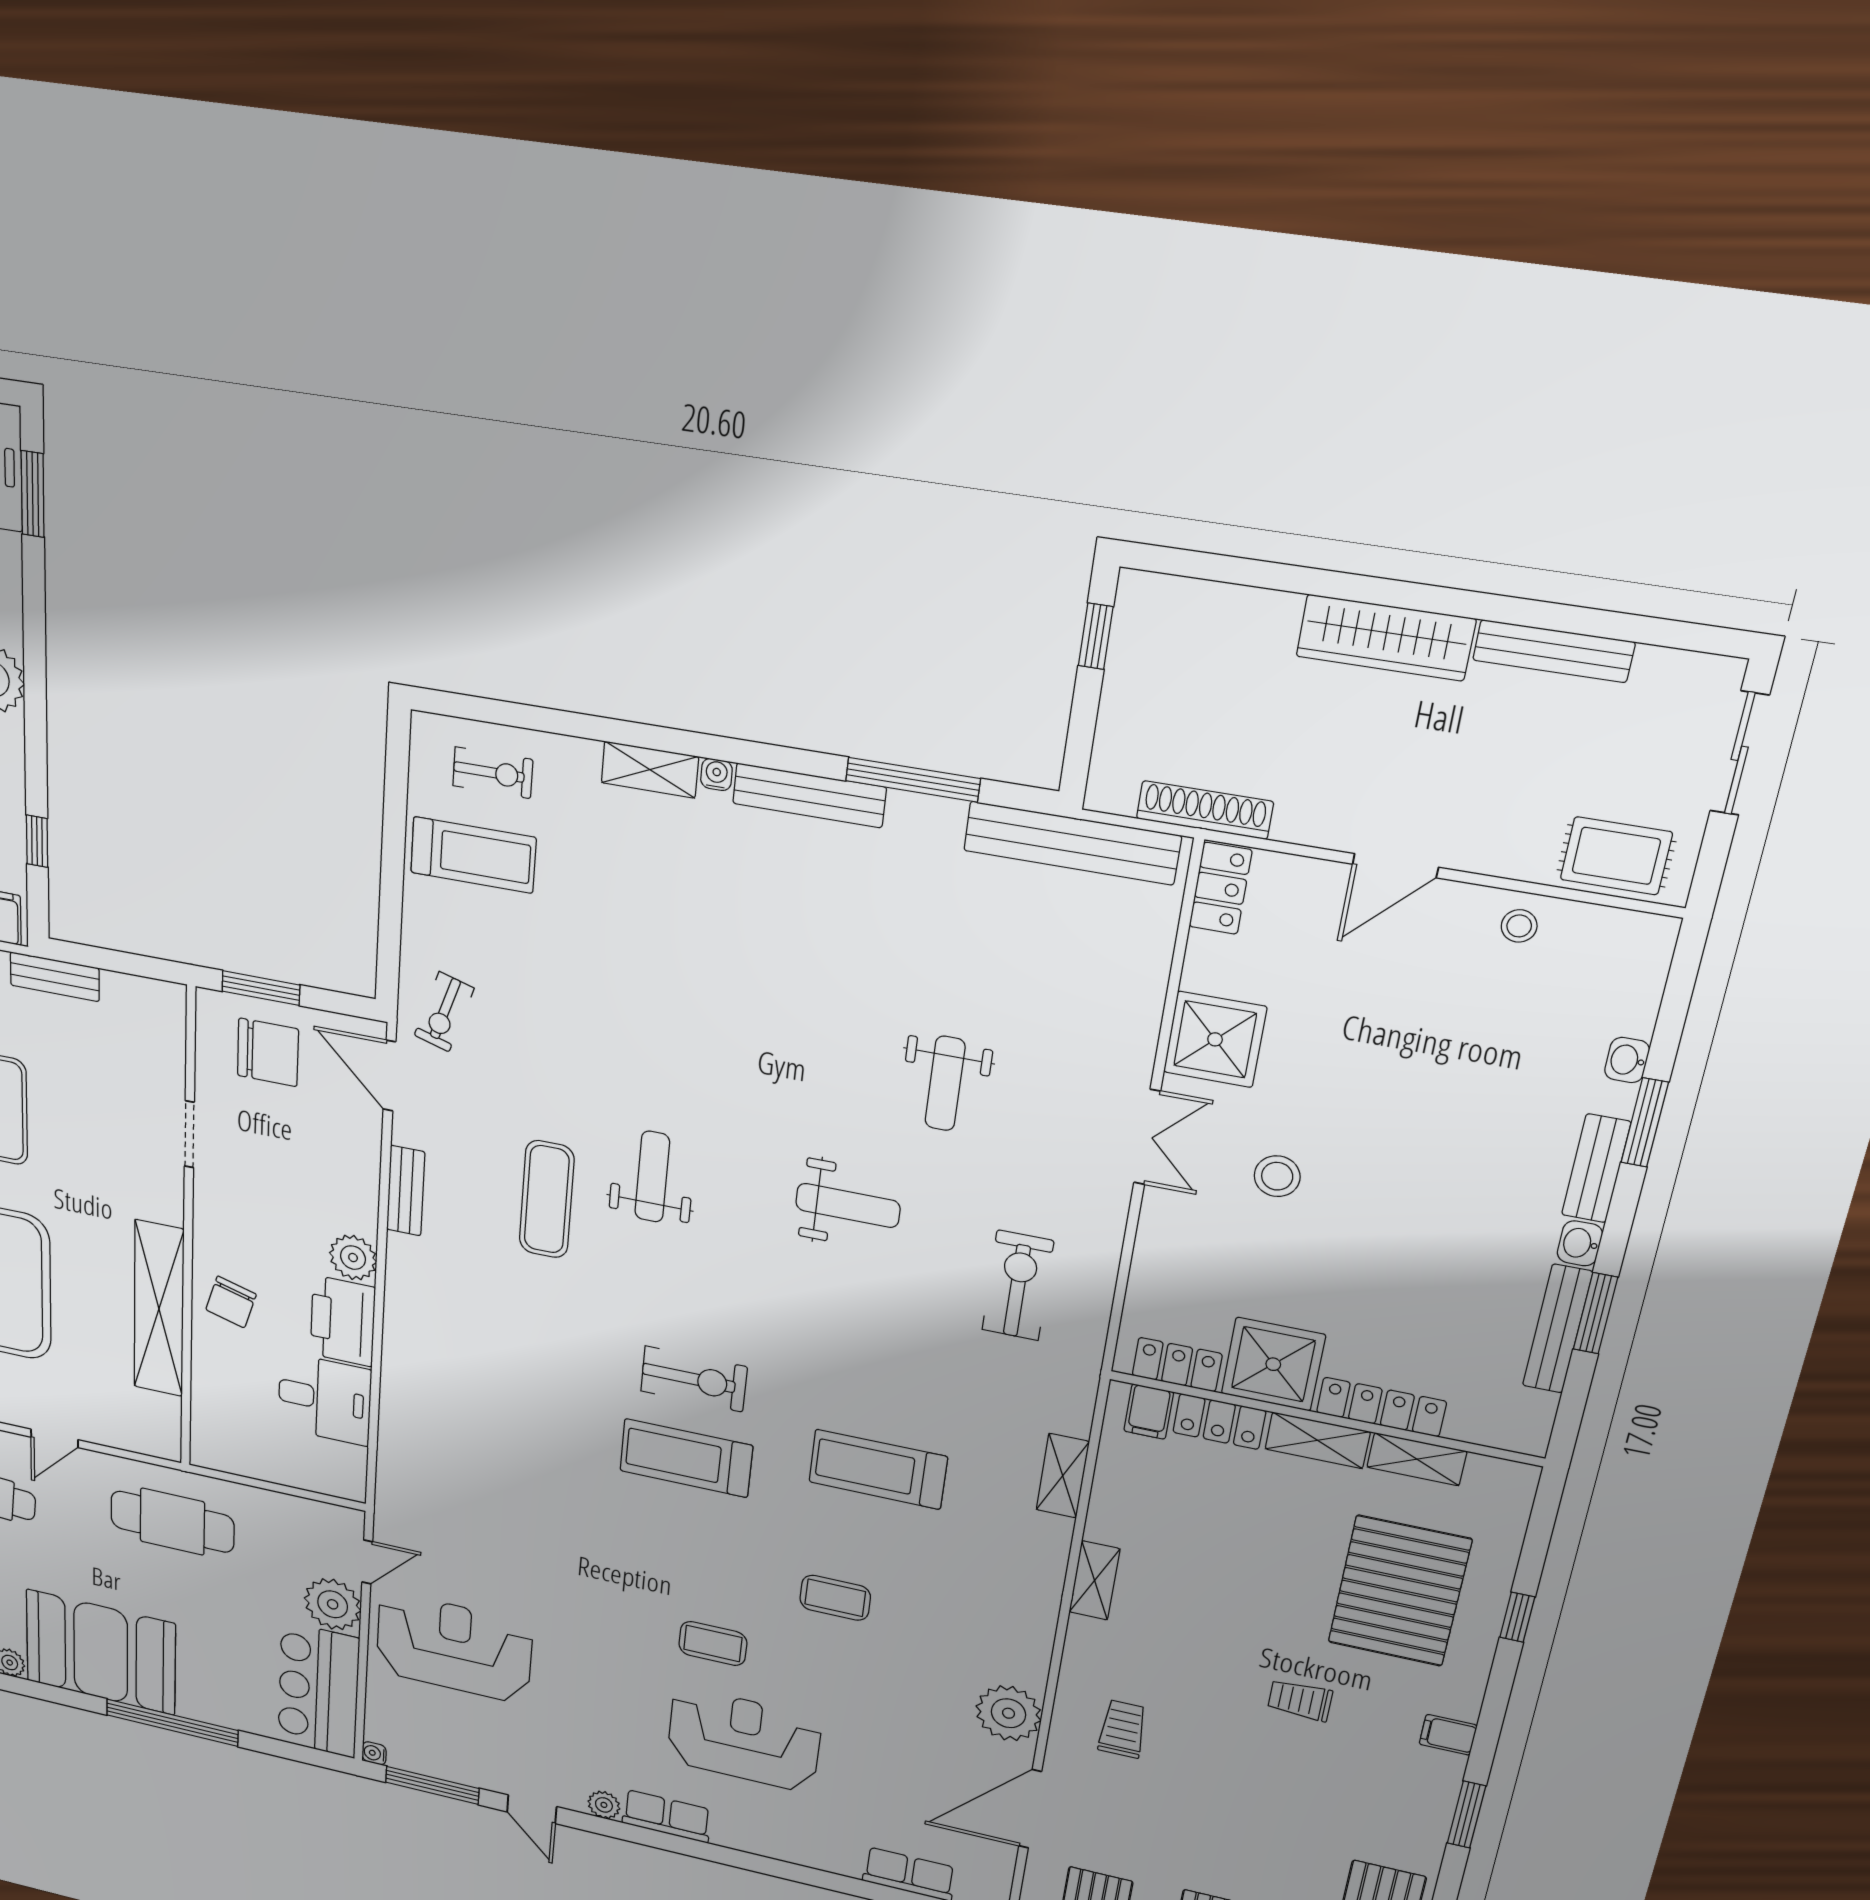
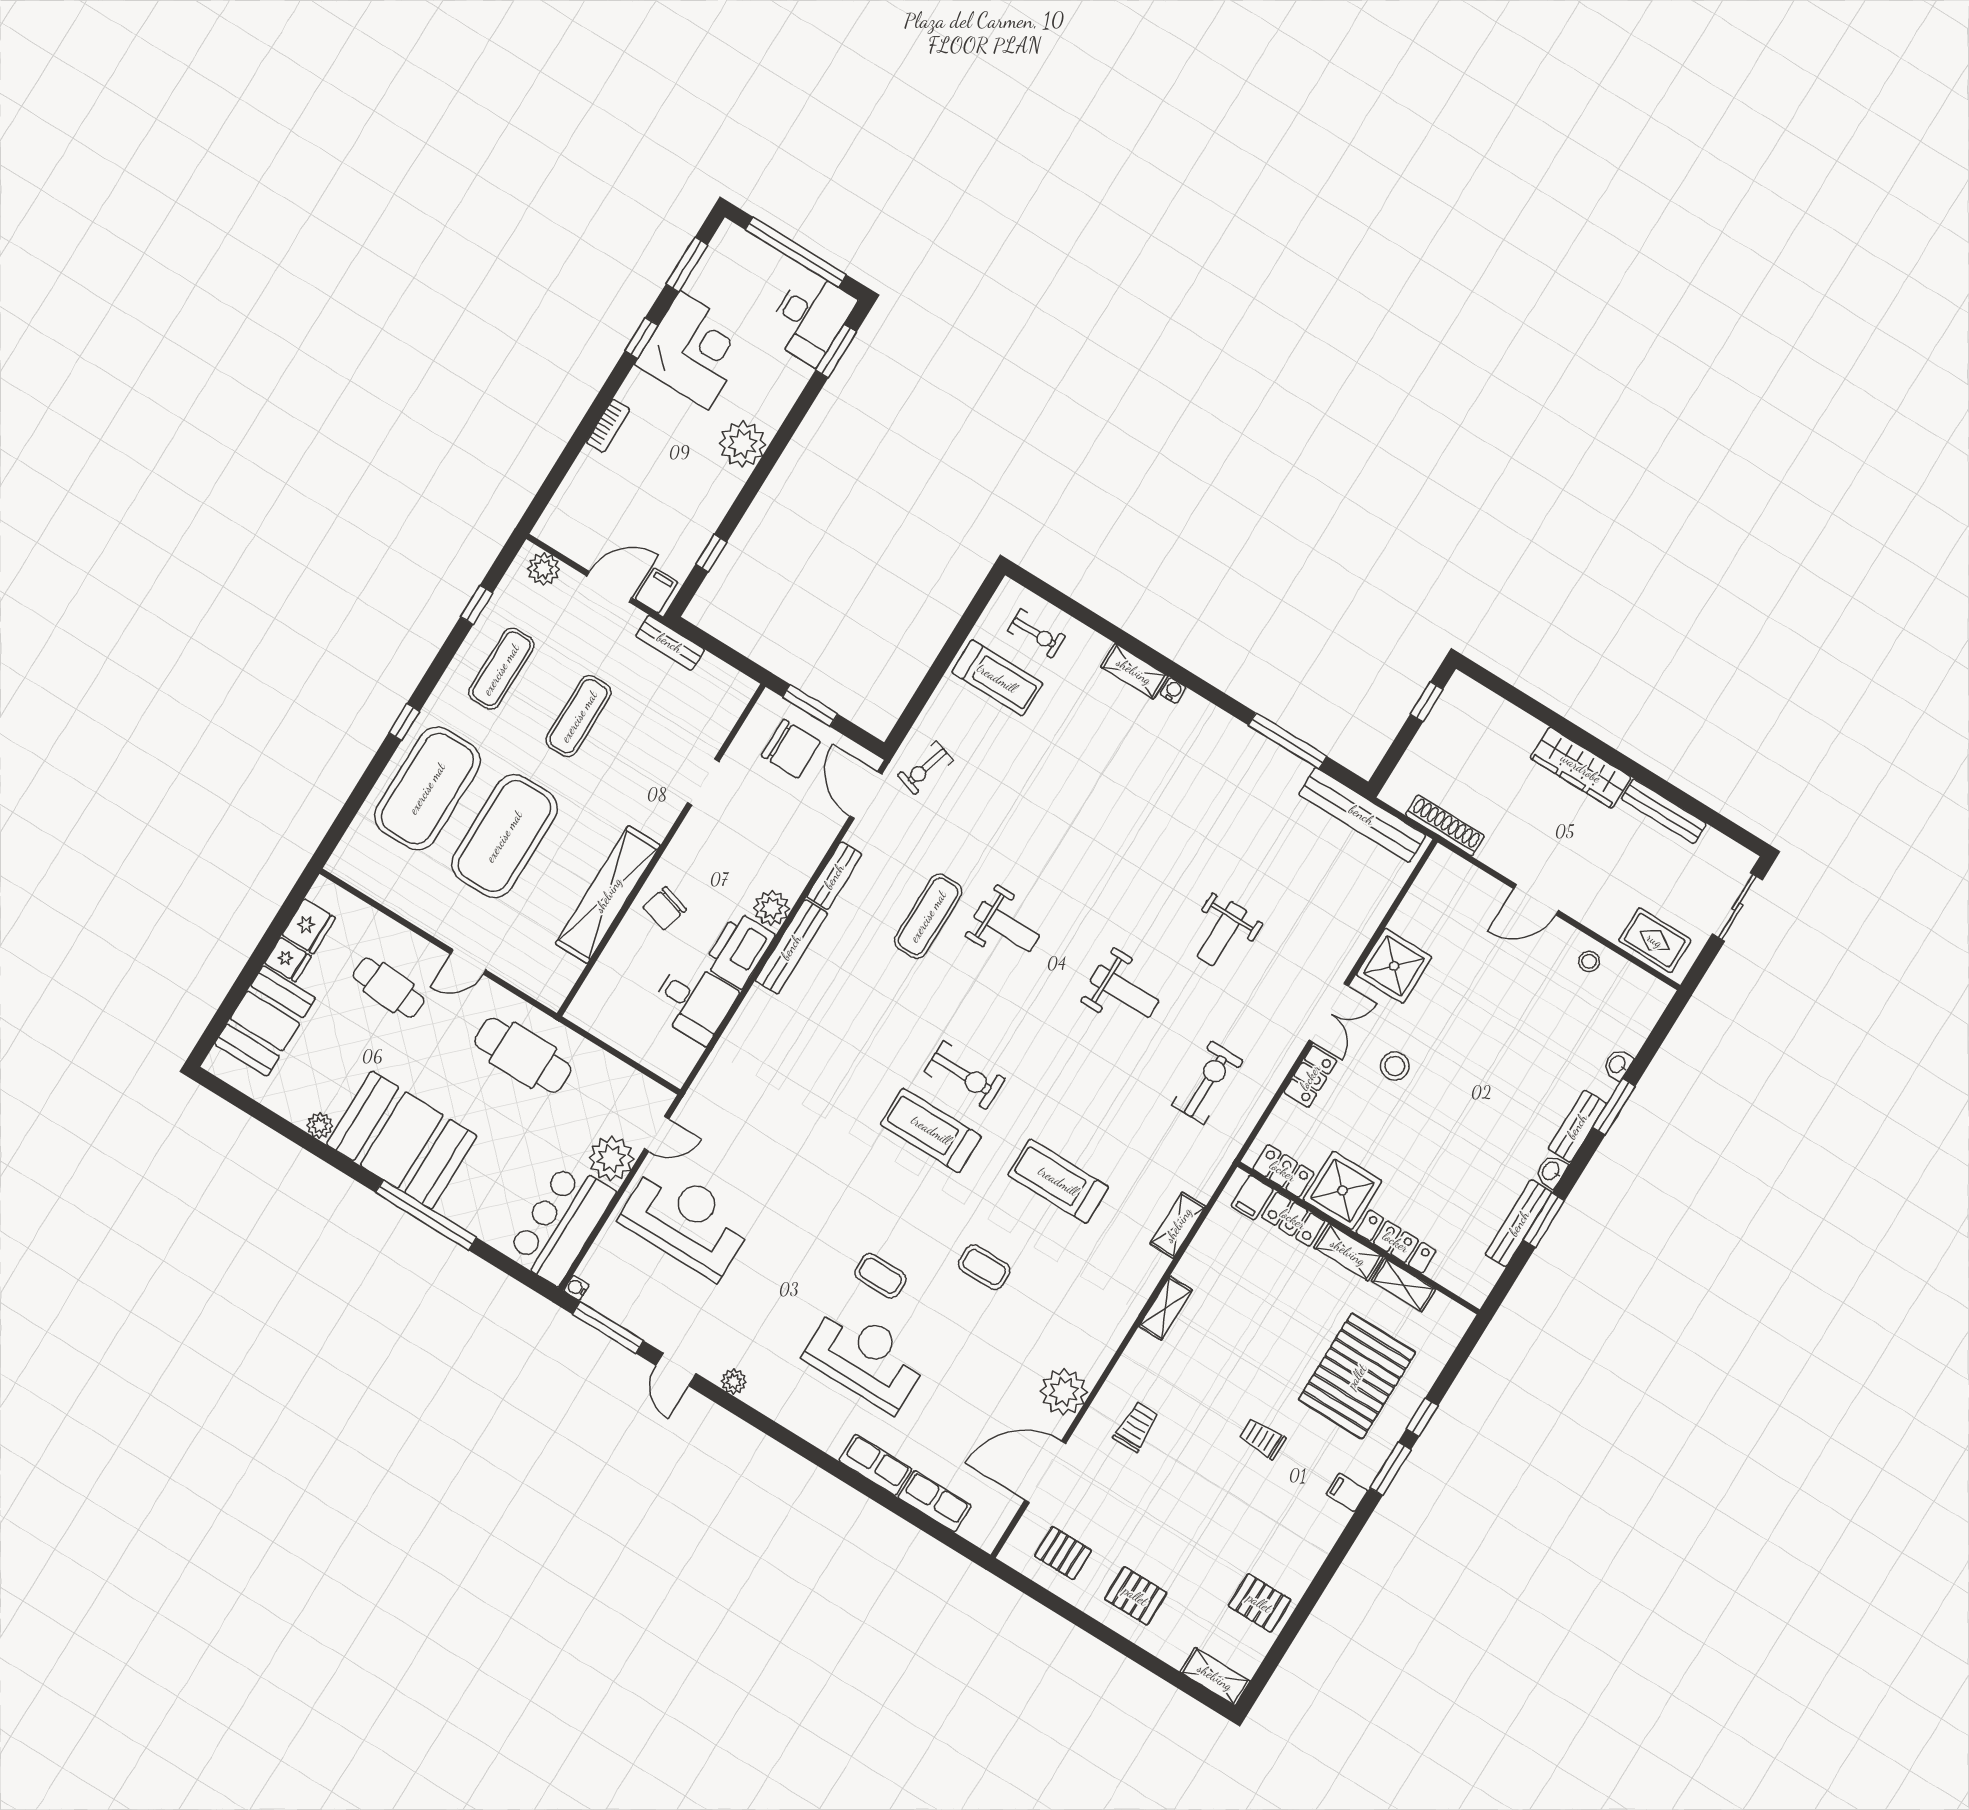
bench: (809, 795) -> (791, 947), moved, turned 90
locker: (1221, 888) -> (1310, 1077), moved
weight bench: (652, 1177) -> (1007, 926), turned 90
window: (1467, 1815) -> (1390, 1469), moved
row of seats: (667, 1816) -> (875, 1465), moved

